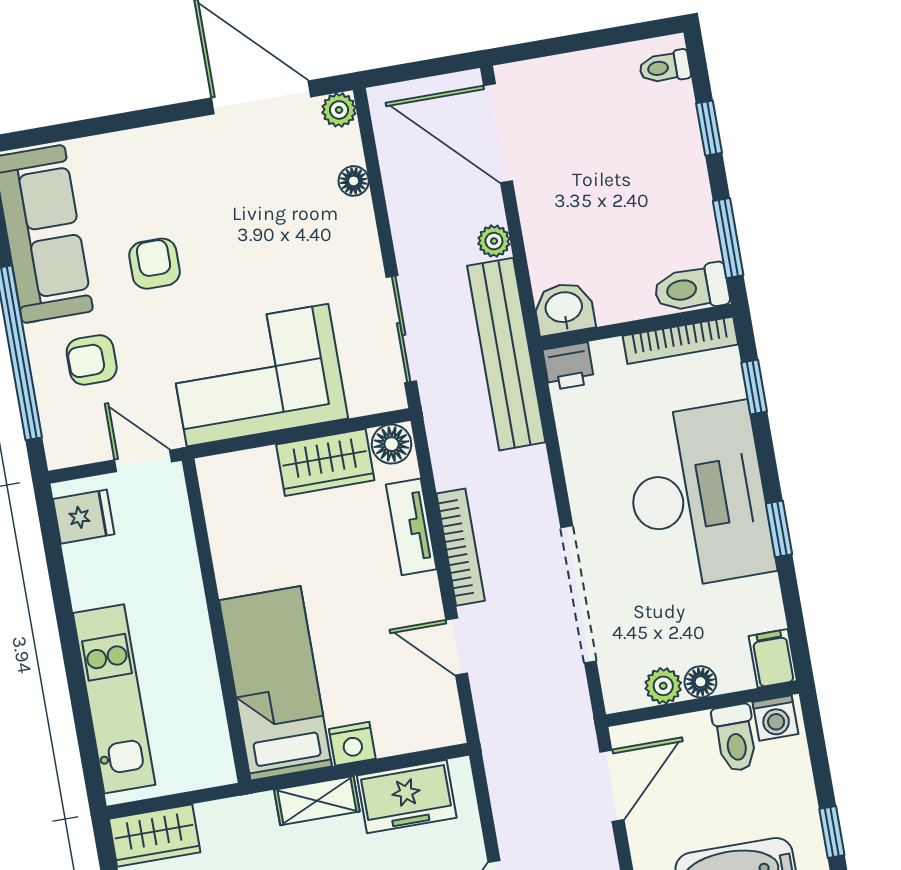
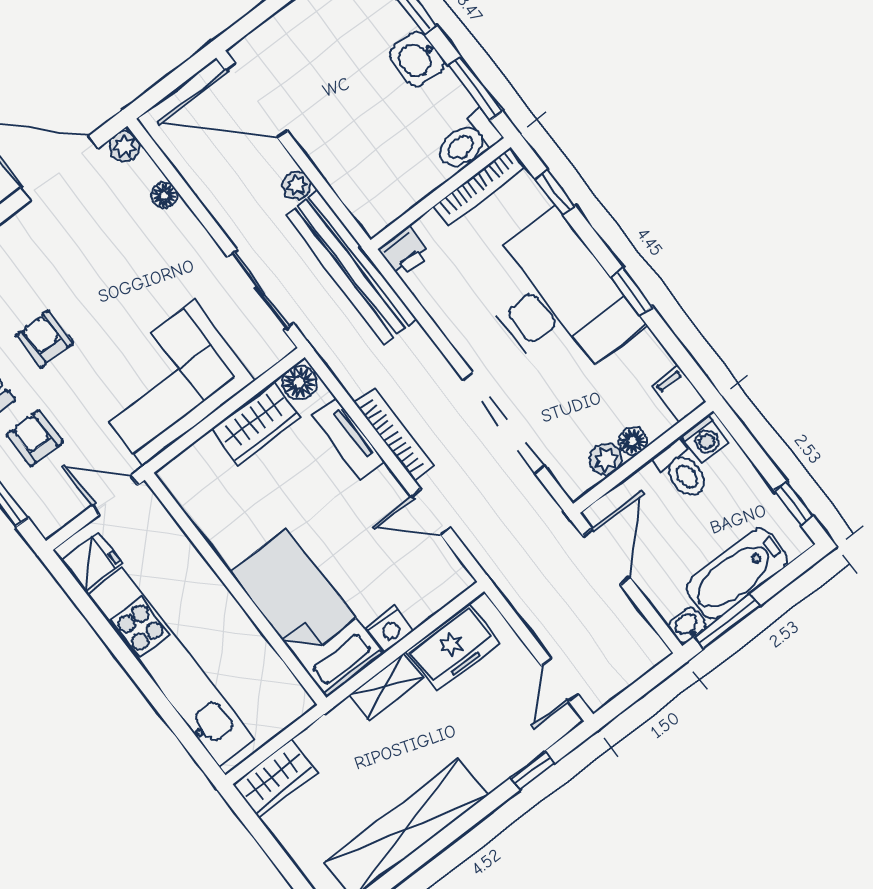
washbasin: (564, 309) -> (417, 59), moved, turned -90
armchair: (92, 360) -> (35, 438), turned 90
kitchen unit: (114, 699) -> (171, 667), width x1.36

